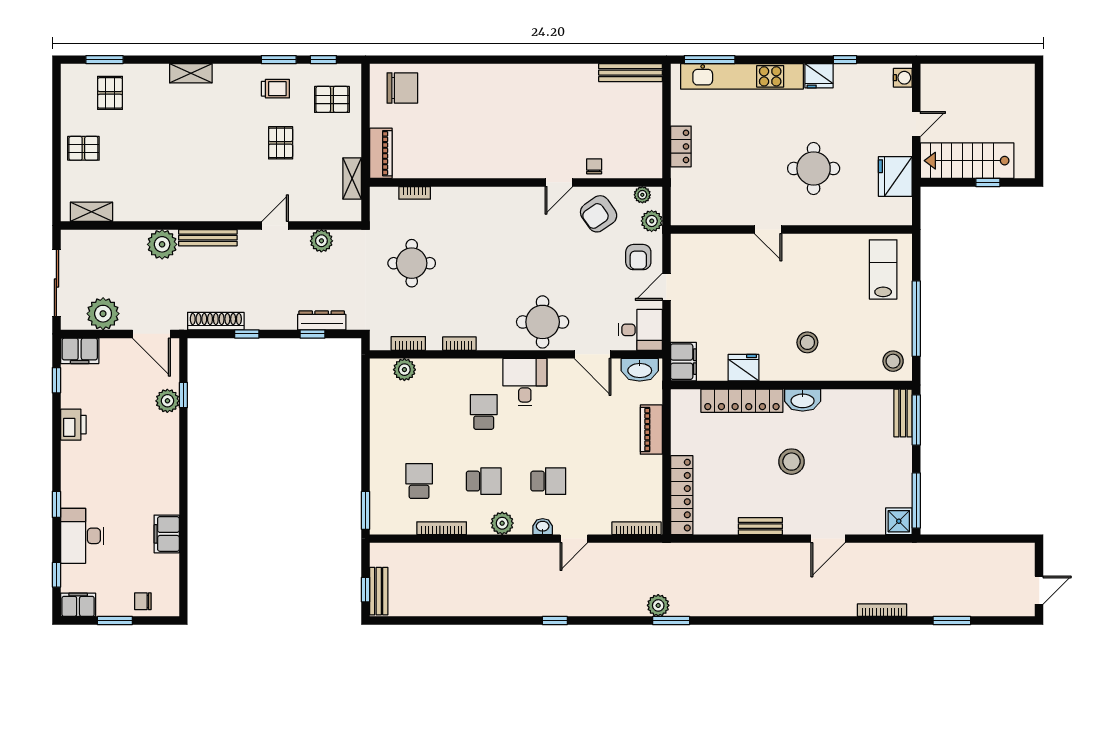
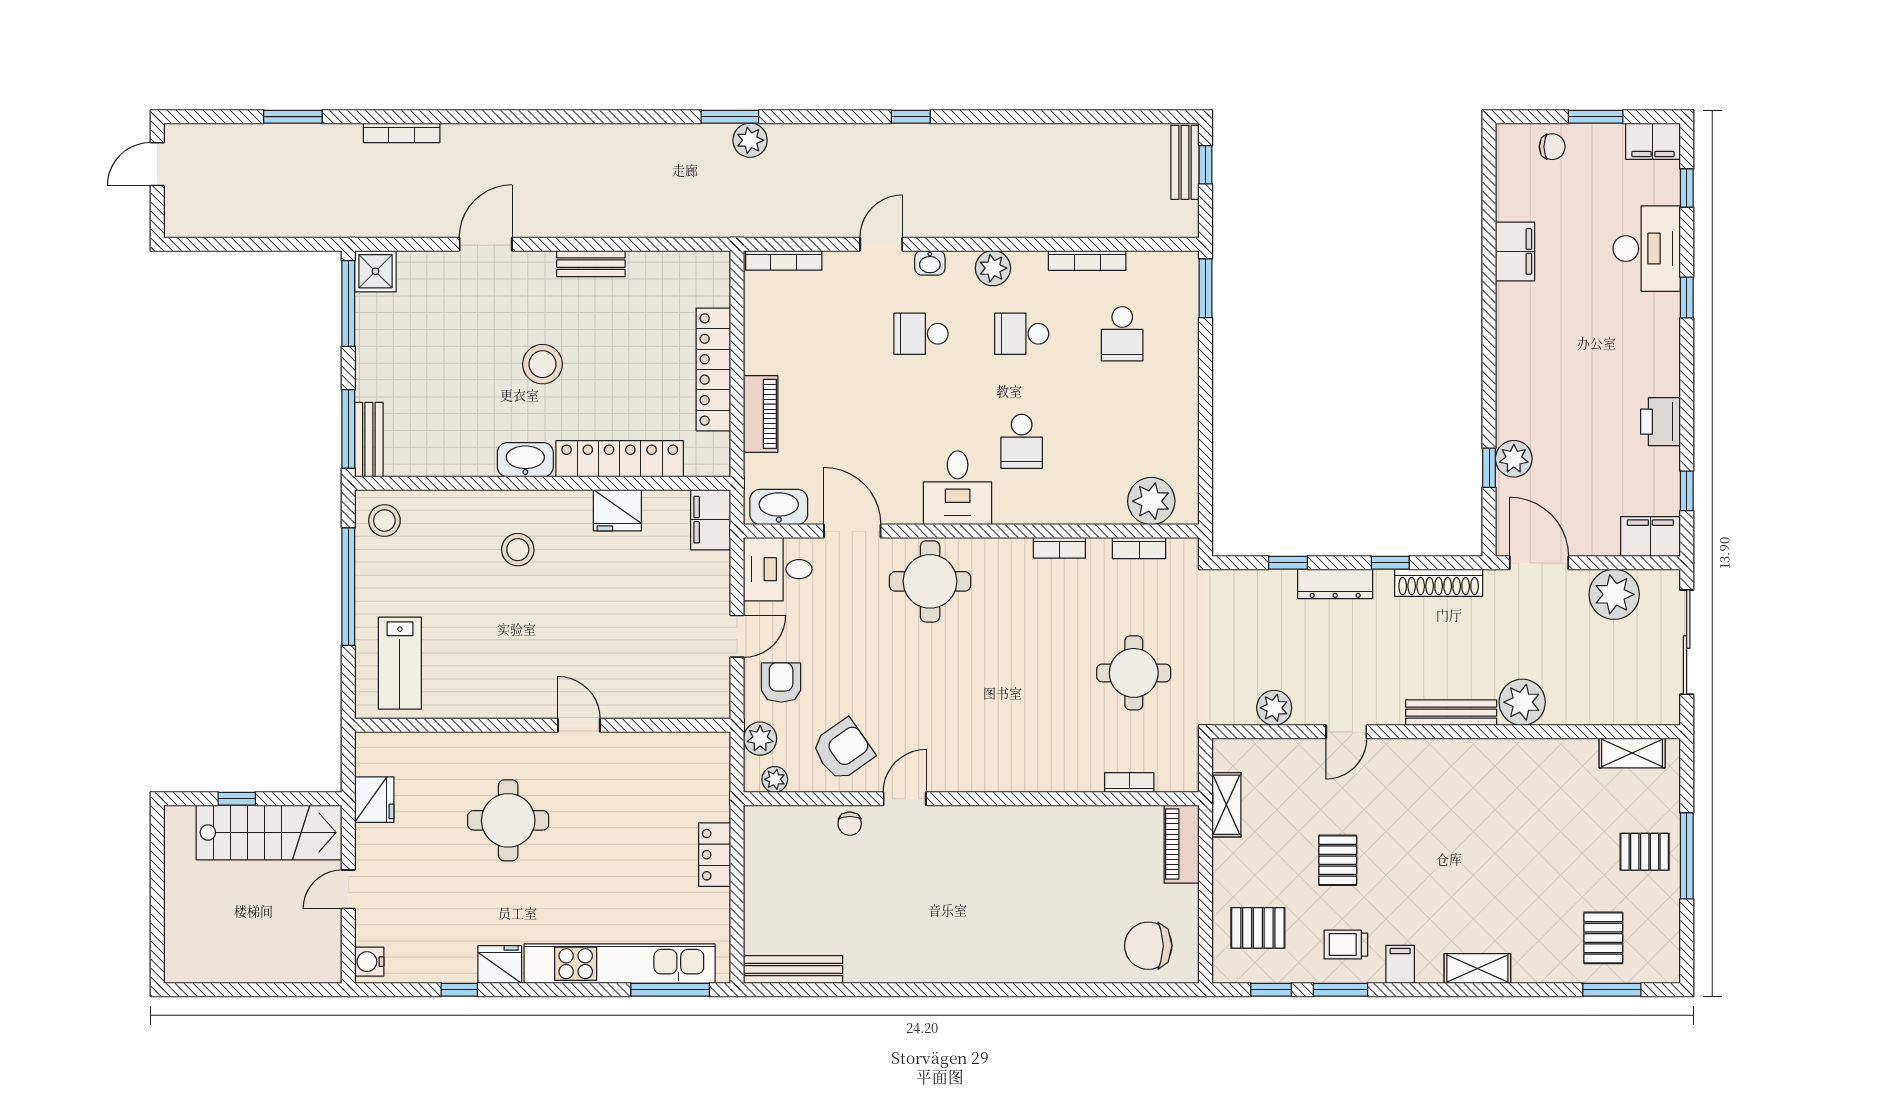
filing cabinet: (241, 76) -> (1400, 964), added
window: (56, 146) -> (1687, 856), added
fridge: (895, 177) -> (374, 800), width x0.73, depth x0.75
dresser: (322, 320) -> (1335, 584), moved
plant: (404, 370) -> (1151, 501), width x1.36, depth x1.36
locker: (682, 495) -> (713, 369), moved

